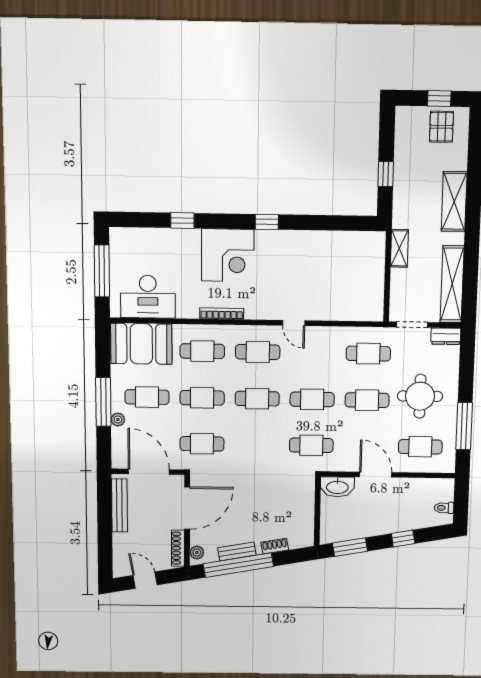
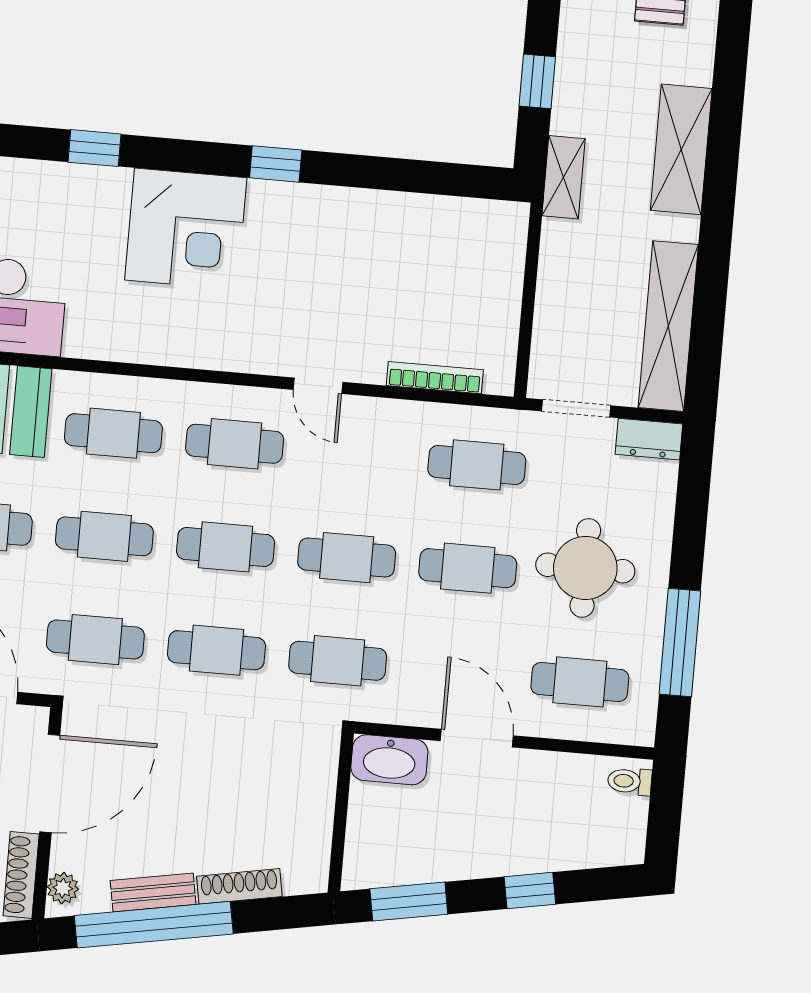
shelving: (399, 248) -> (563, 177), moved
bookcase: (222, 314) -> (435, 378), moved
cafe table: (257, 445) -> (216, 650), added
toilet: (444, 508) -> (630, 781), moved
shoe rack: (275, 546) -> (239, 886), width x1.43

